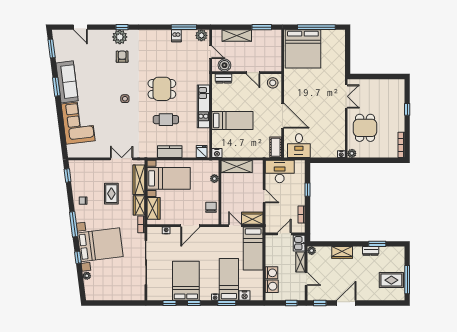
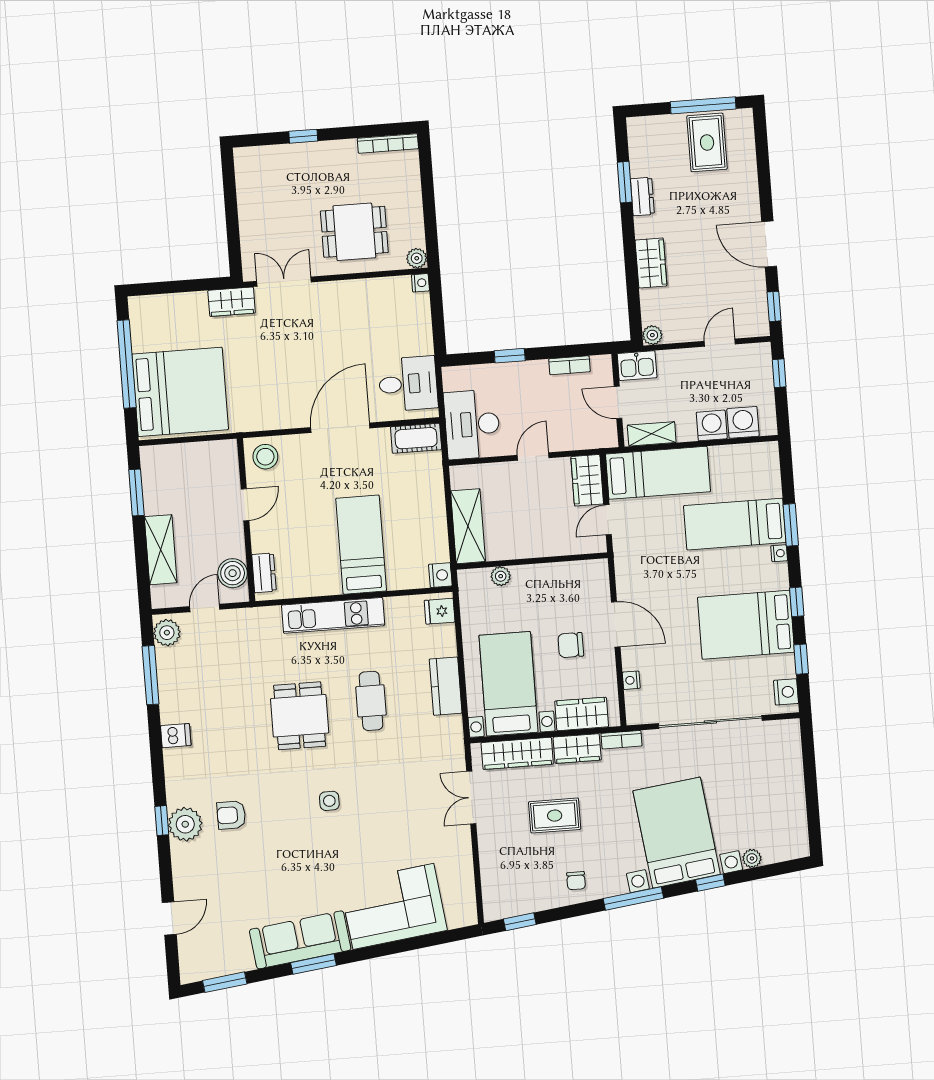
dishwasher: (176, 36) -> (176, 736), moved
wardrobe: (339, 74) -> (232, 302), added
chair: (211, 207) -> (571, 645), moved
shelving: (300, 262) -> (652, 434), moved
nightstand: (245, 296) -> (786, 692), moved

